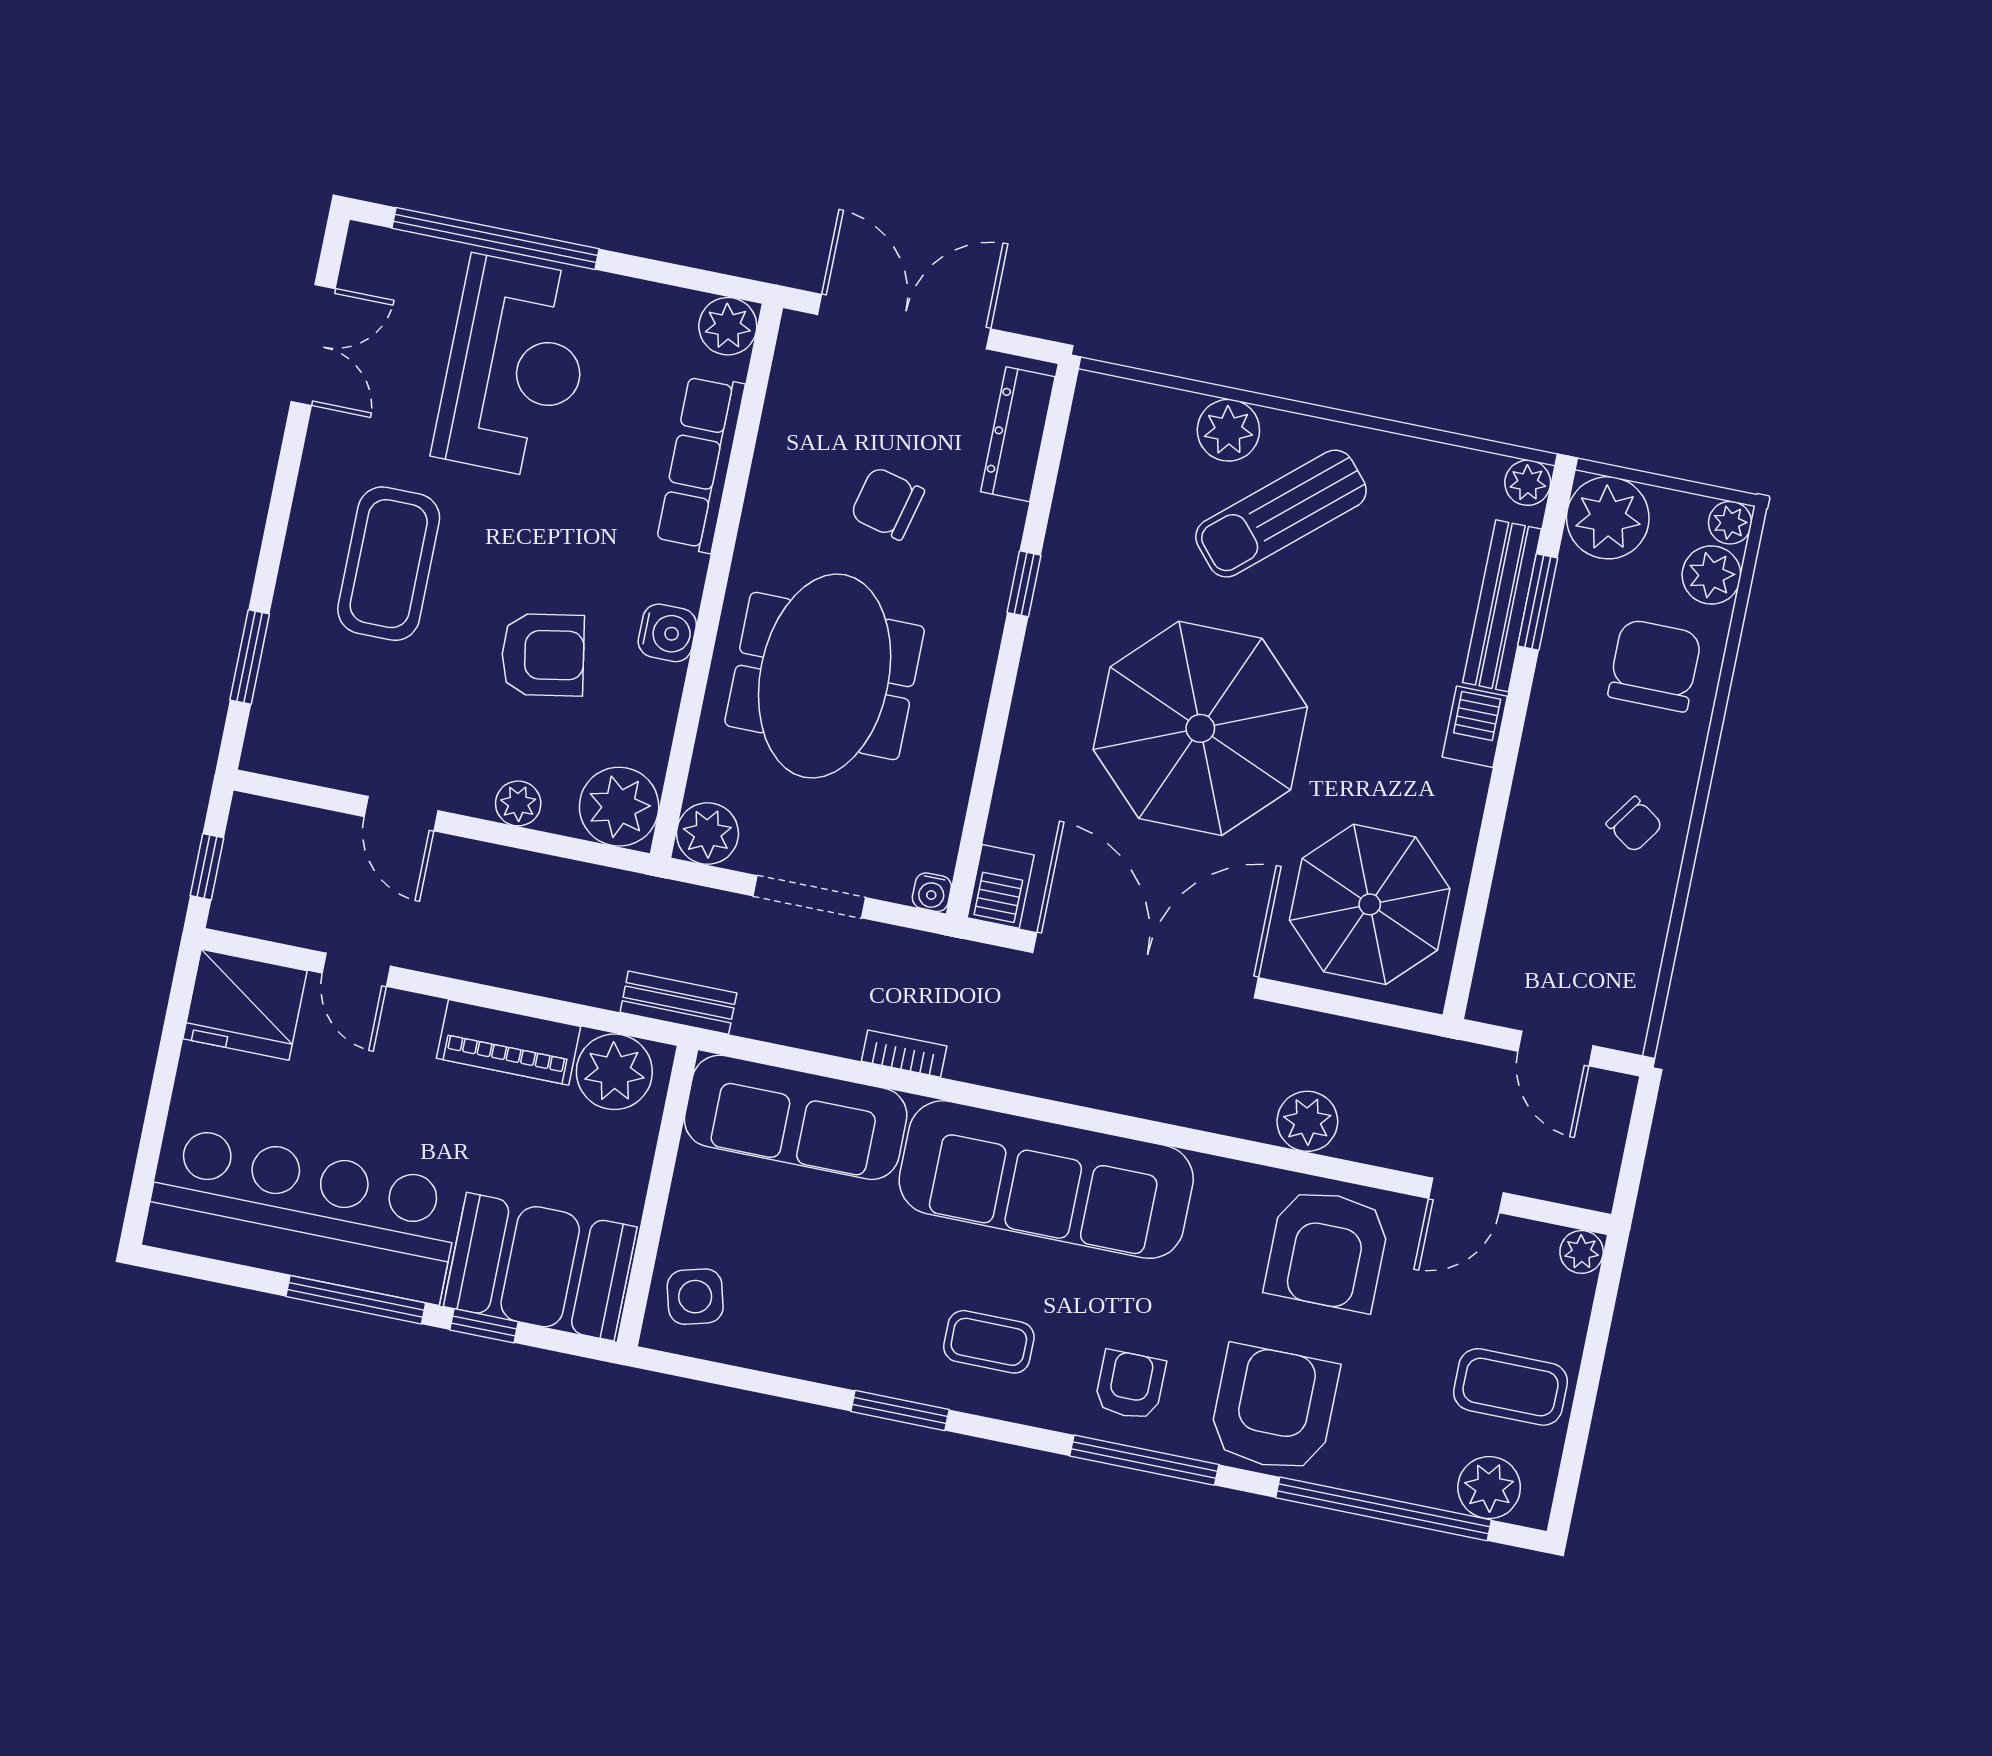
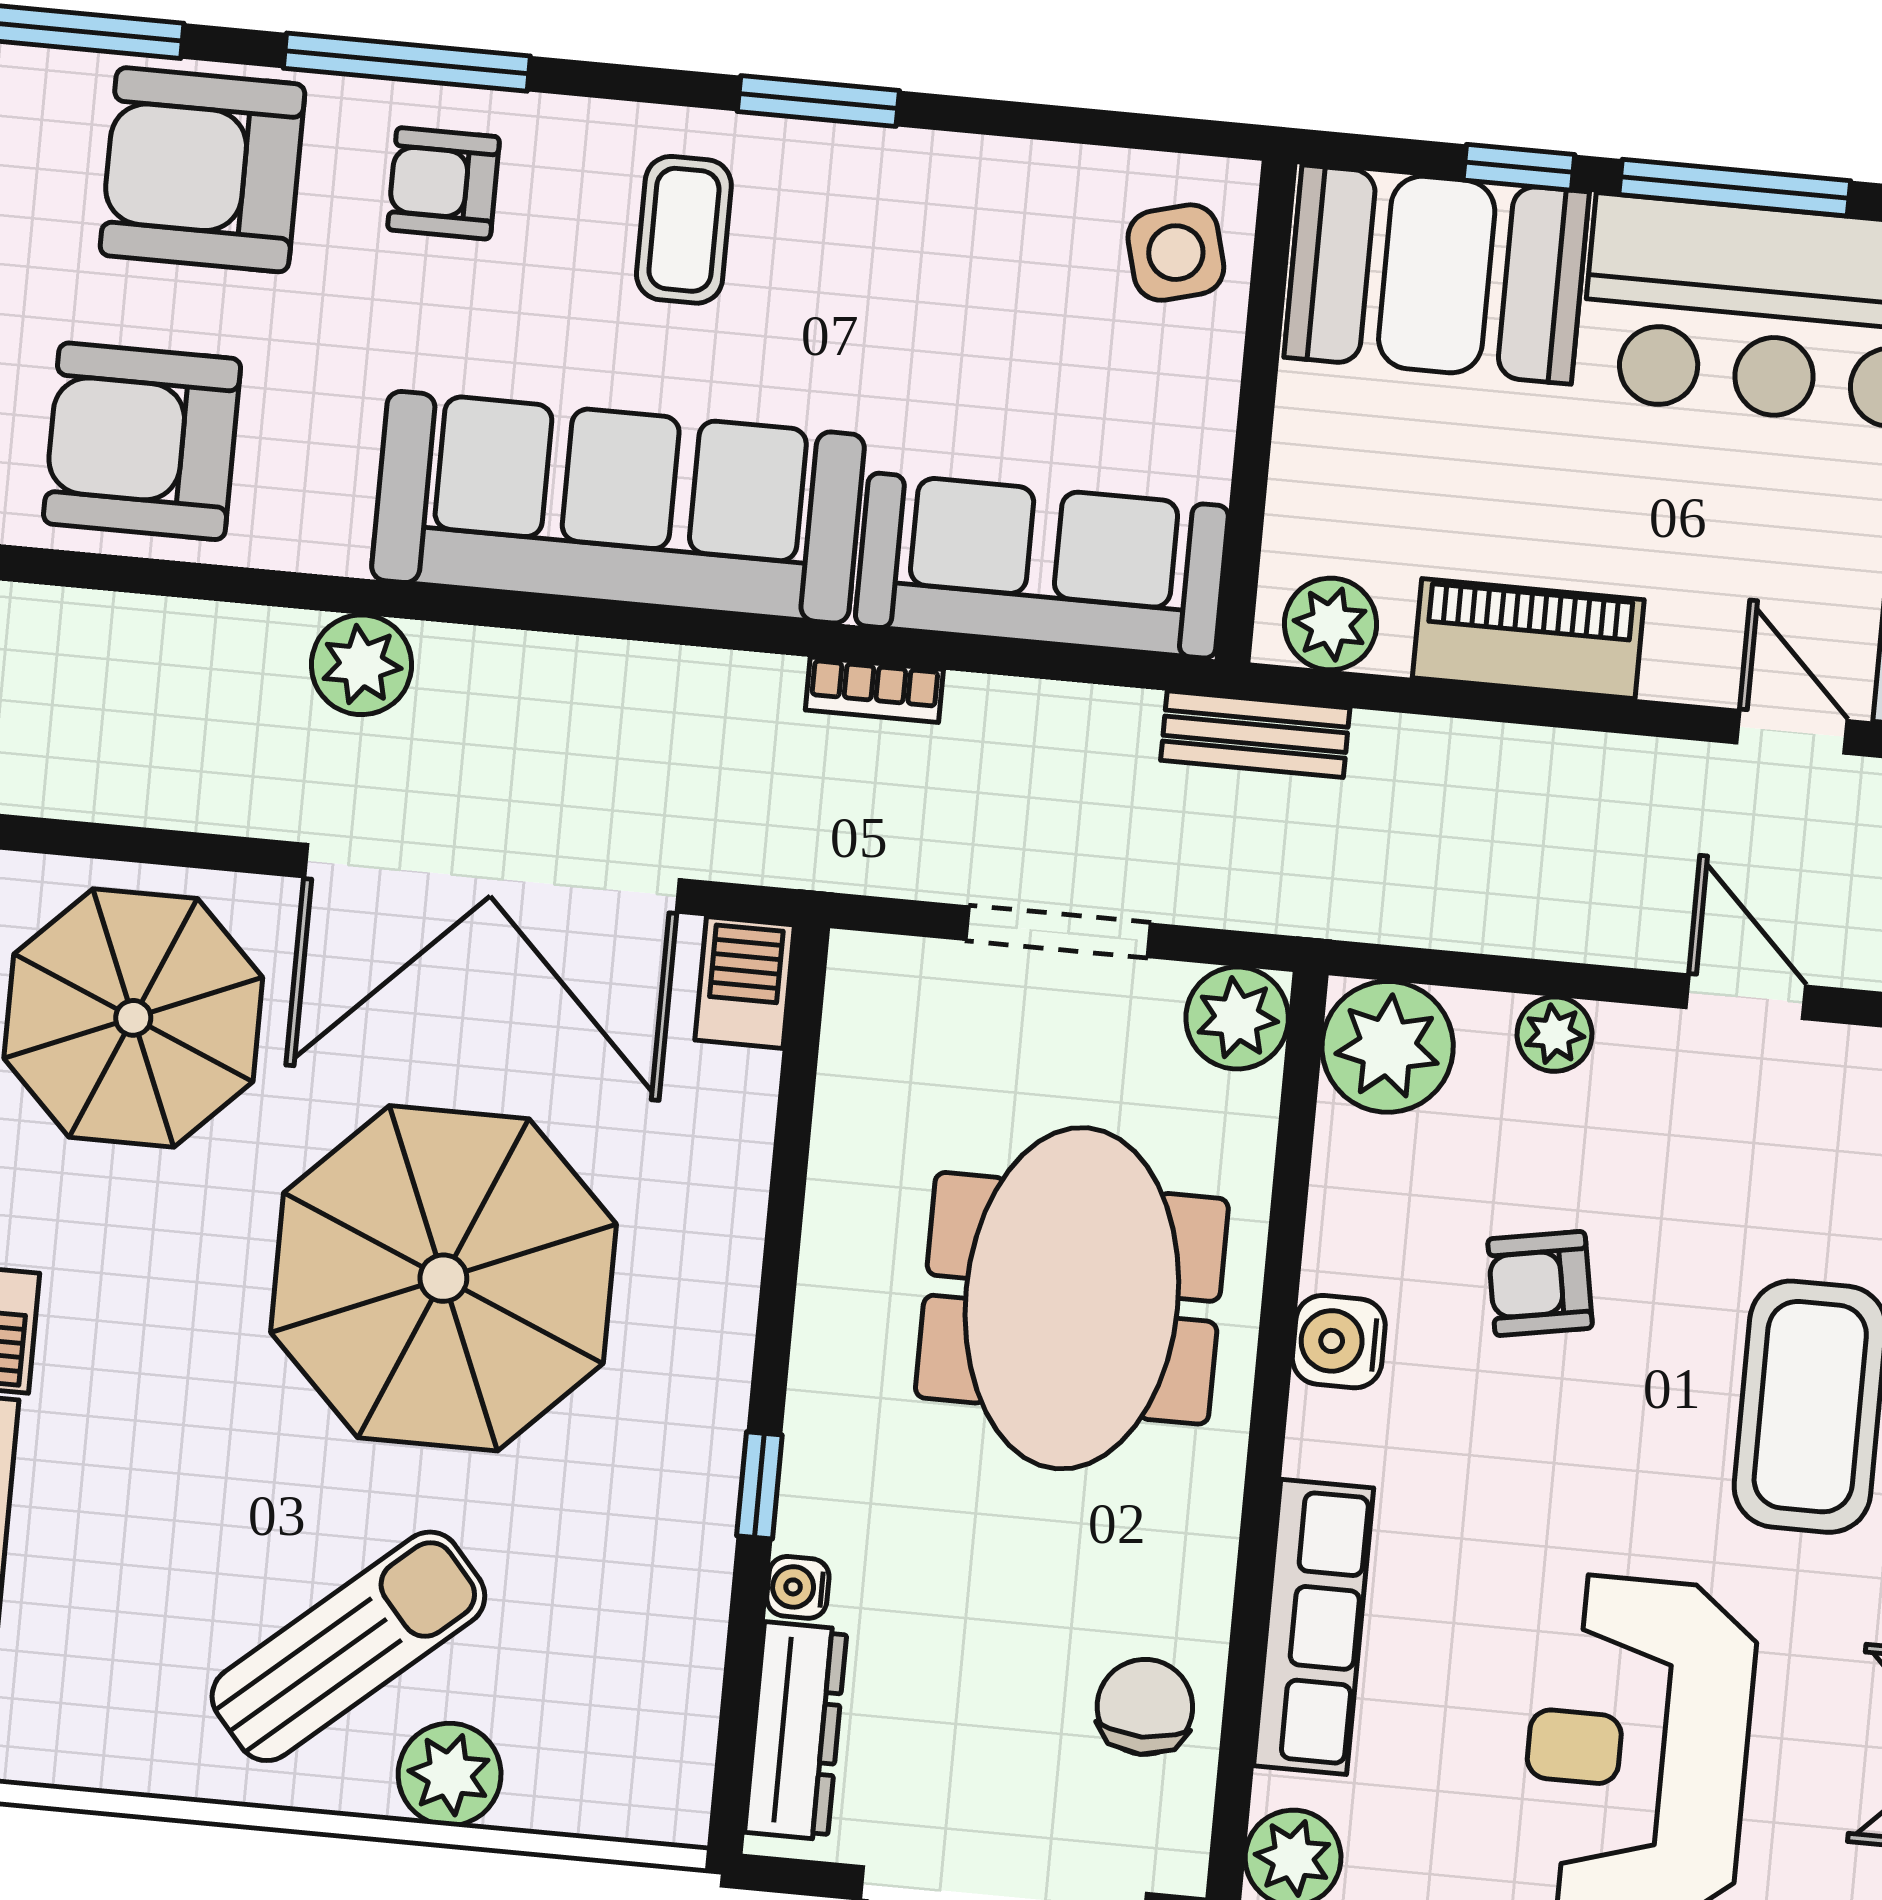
chair: (887, 503) -> (1145, 1707), moved, turned -104
armchair: (543, 655) -> (1540, 1283), width x0.72, depth x0.72
water cooler: (932, 892) -> (798, 1587), moved, turned -90
plant: (614, 1072) -> (1330, 624), width x0.73, depth x0.73
plant: (1307, 1121) -> (362, 665), moved
armchair: (1327, 1250) -> (142, 441), turned -90
coffee table: (989, 1342) -> (684, 230), turned 90
armchair: (1130, 1385) -> (444, 183), turned 90
armchair: (1274, 1409) -> (202, 170), turned 90

